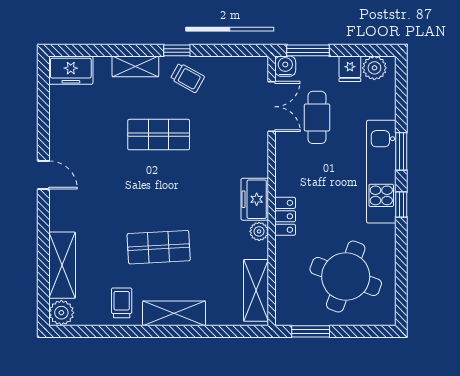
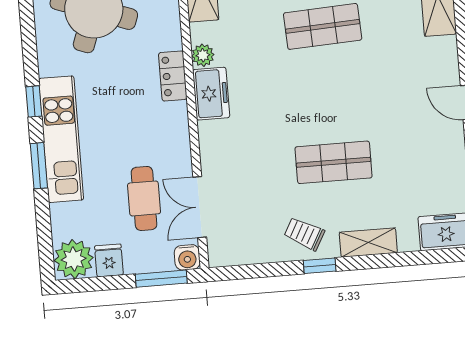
plant: (374, 68) -> (74, 259), width x1.36, depth x1.36

